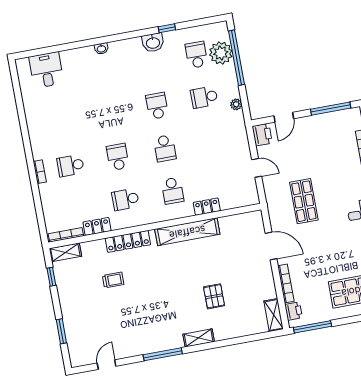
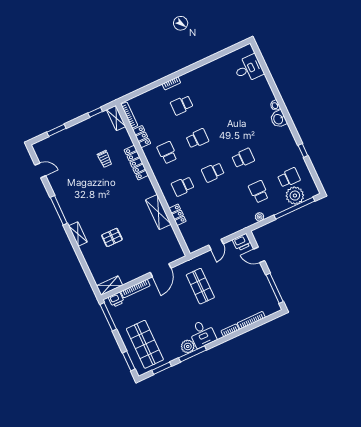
washbasin: (153, 43) -> (279, 119), moved
school desk: (70, 166) -> (182, 105), turned -90
shop shelf: (304, 201) -> (200, 286), turned 90
shelving: (187, 232) -> (158, 212), width x0.68

